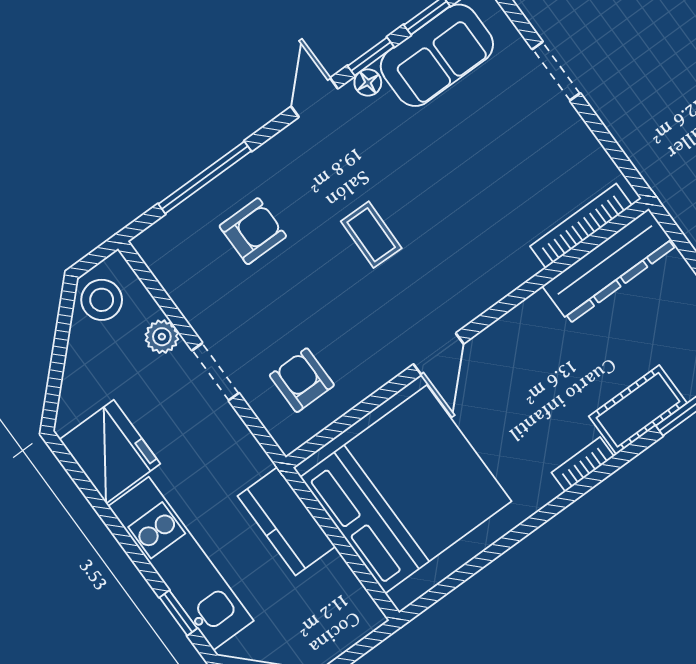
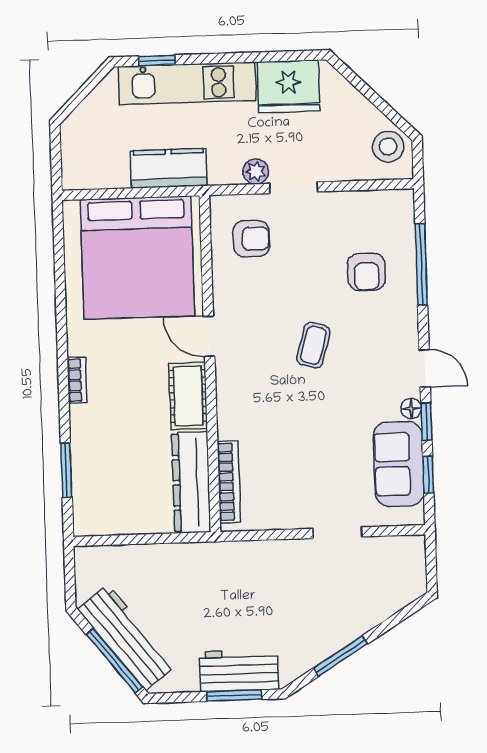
coffee table: (371, 235) -> (313, 345), turned -75
plant: (162, 337) -> (256, 172), moved
cot: (638, 410) -> (188, 396), moved

